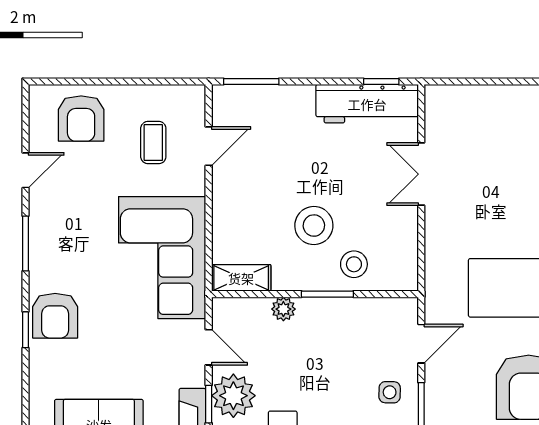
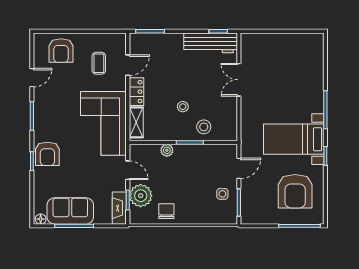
locker: (225, 197) -> (136, 92), added
stool: (314, 226) -> (183, 107), width x0.53, depth x0.53
shelving: (241, 278) -> (136, 122), moved, turned 90

